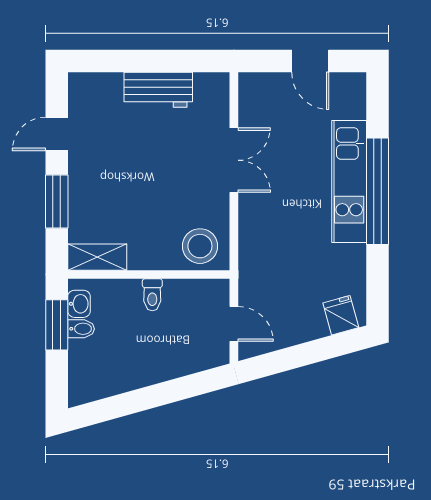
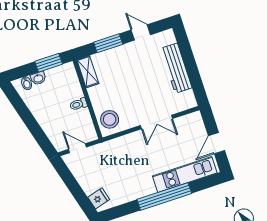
workbench: (158, 90) -> (176, 68), width x1.37
kitchen unit: (349, 182) -> (185, 174), moved
washbasin: (79, 304) -> (38, 78), moved
door: (234, 324) -> (77, 148), swing flipped
bidet: (81, 329) -> (27, 83), moved

